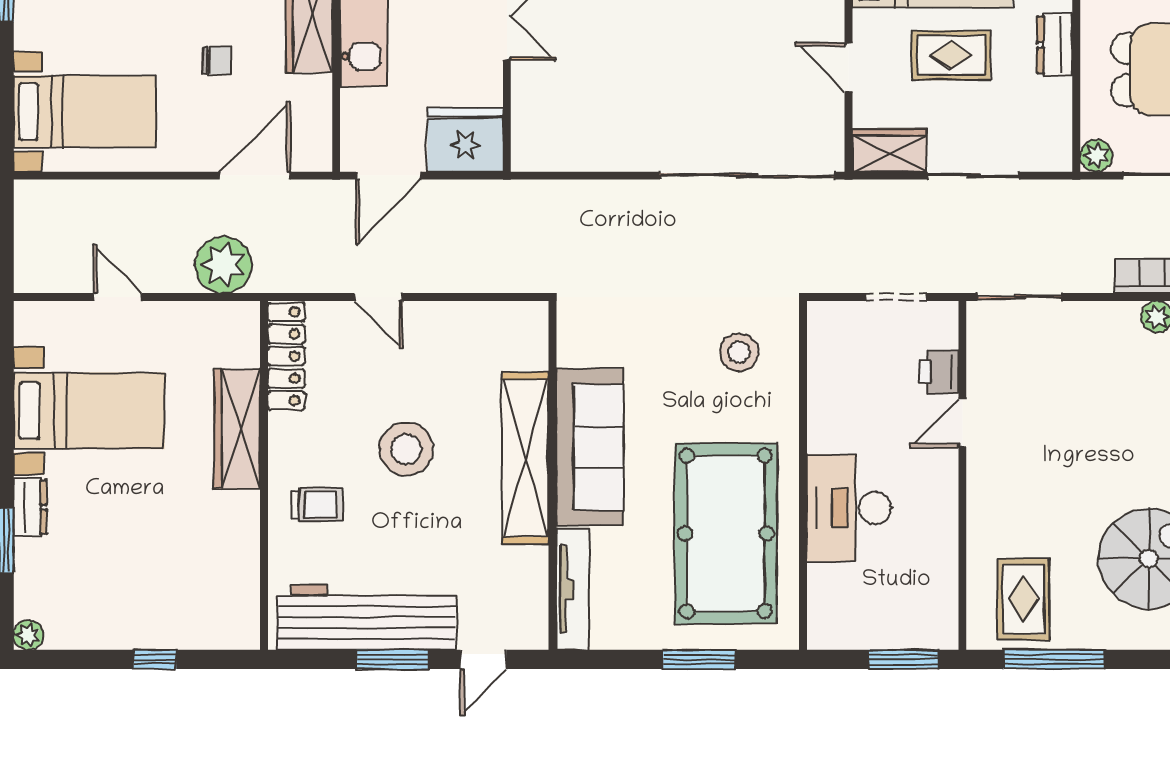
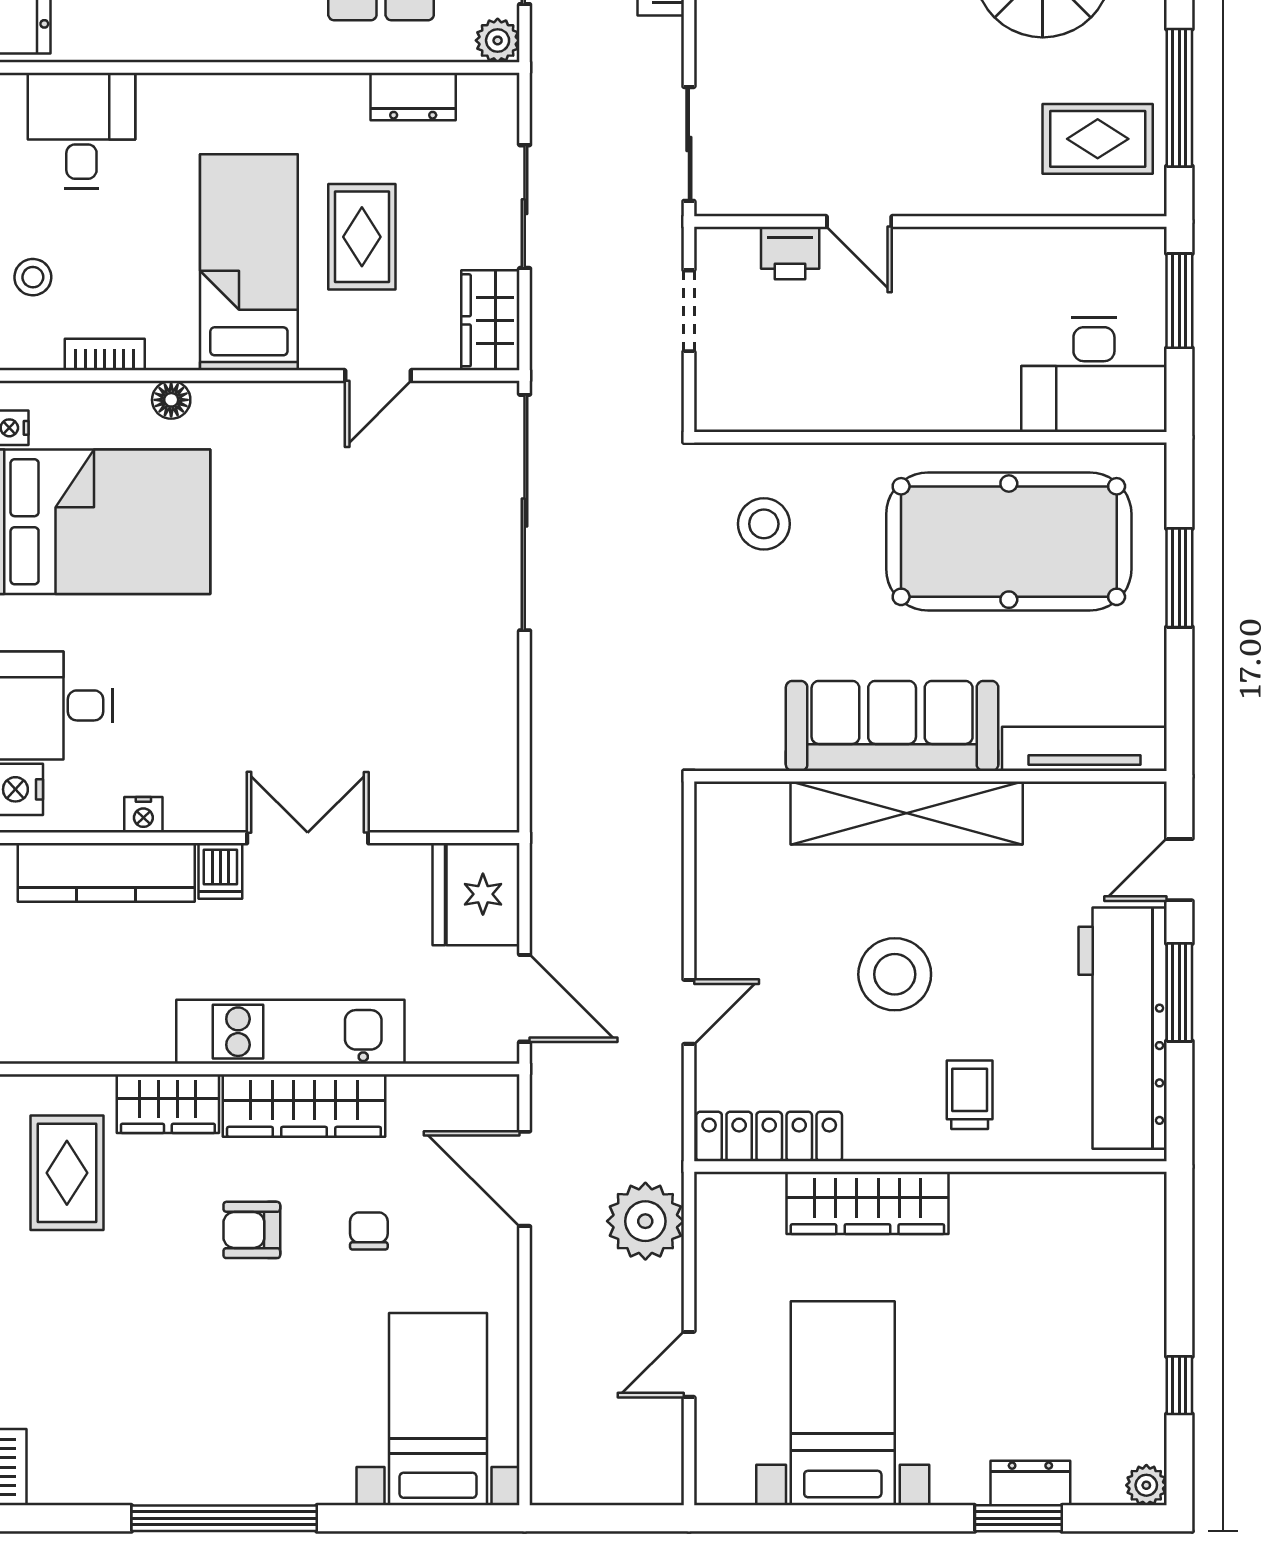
dresser: (1055, 45) -> (413, 96), moved
dresser: (30, 507) -> (1030, 1483), moved
desk: (849, 508) -> (1094, 375), moved
window: (155, 659) -> (1179, 1385), moved
door: (483, 659) -> (1179, 870), swing flipped

